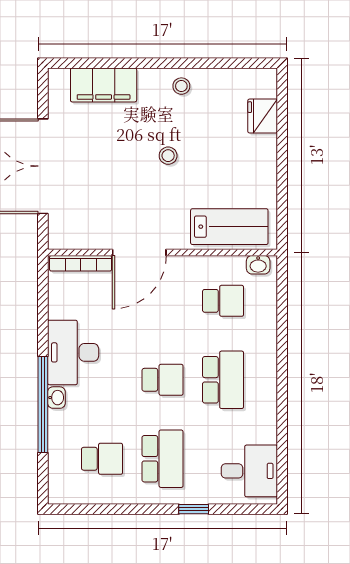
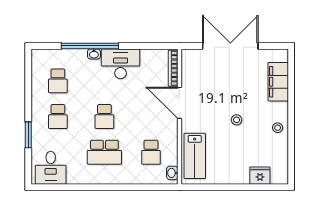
school desk: (162, 459) -> (58, 117), width x0.54
window: (194, 509) -> (28, 135), width x1.50

